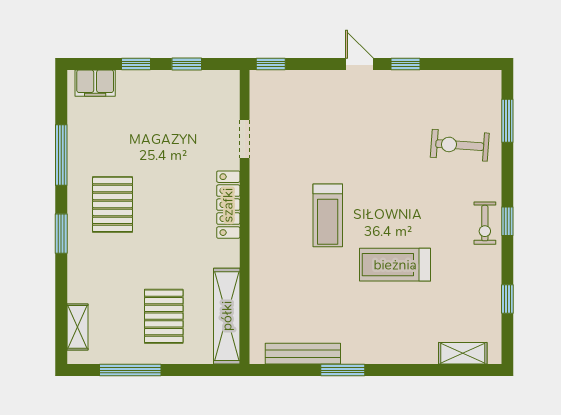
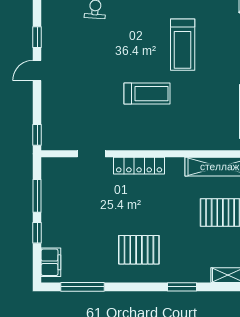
window: (187, 64) -> (37, 196), width x1.50
window: (61, 155) -> (83, 287), moved
window: (61, 234) -> (182, 287), moved

